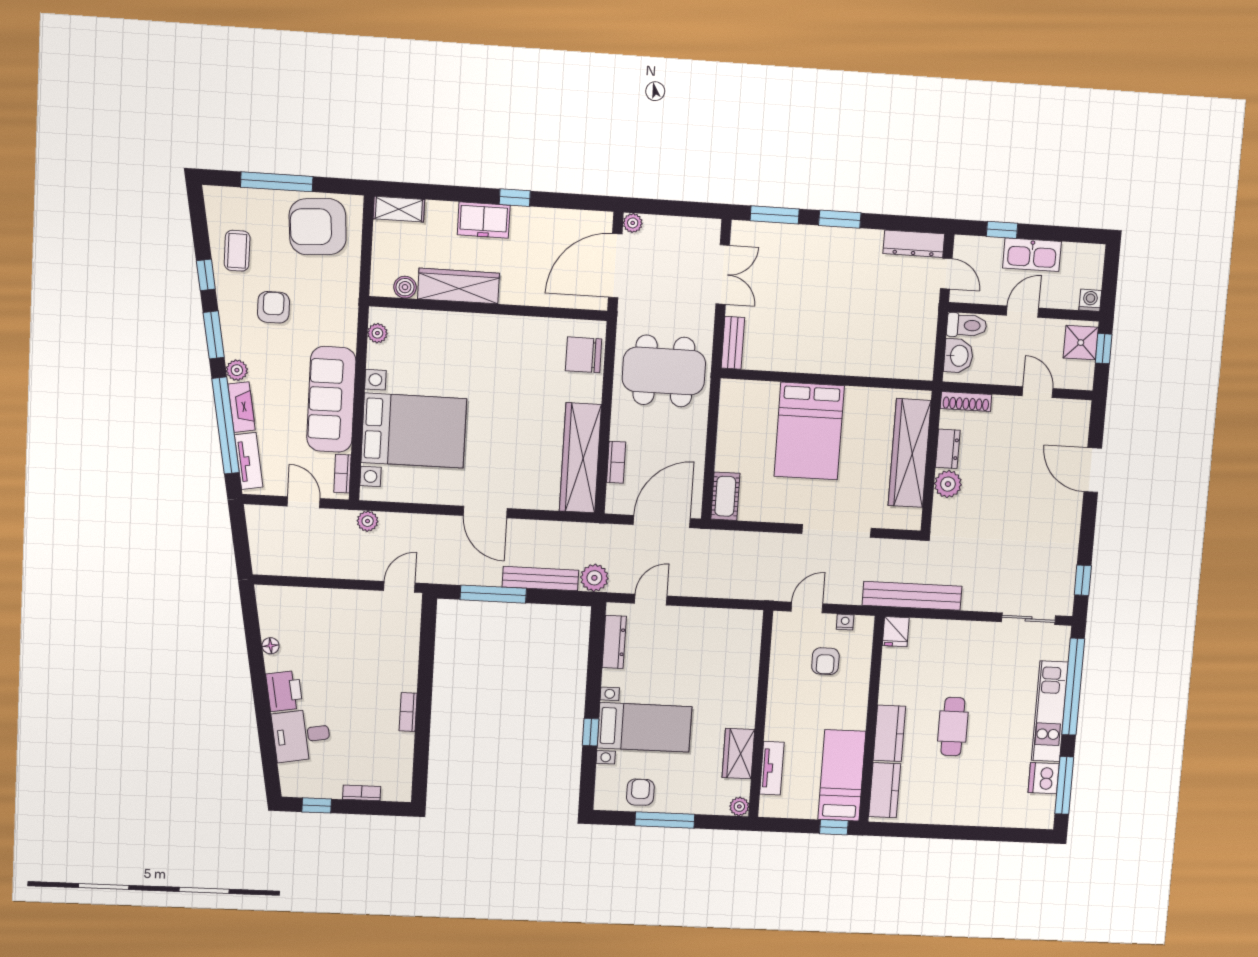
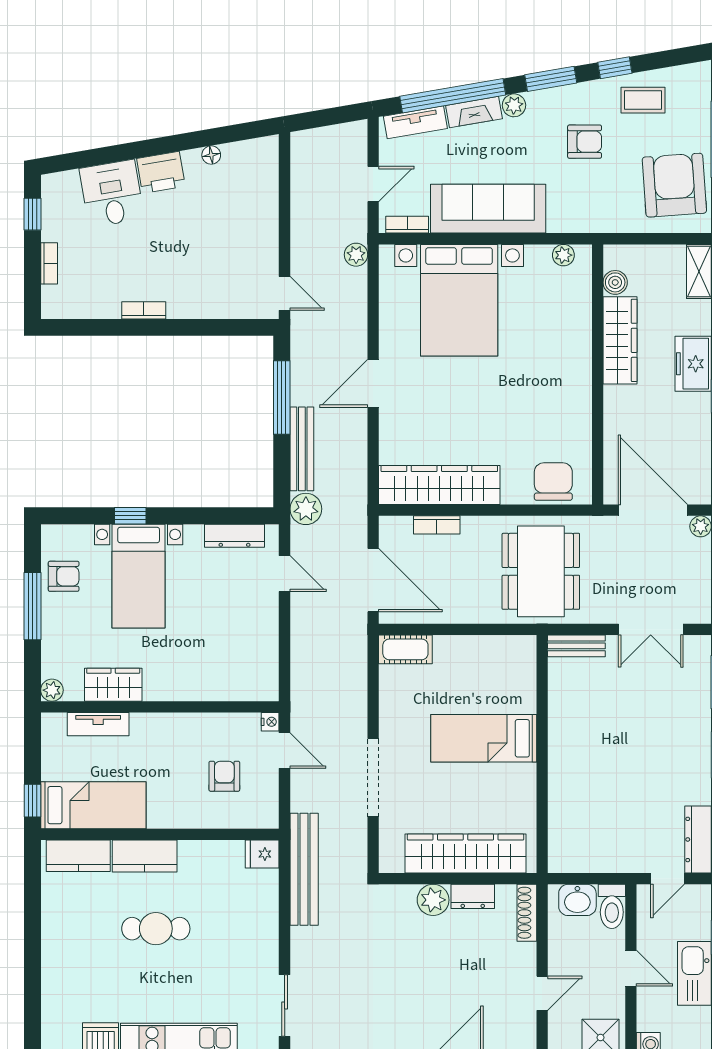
bed: (809, 431) -> (484, 738), width x0.67
nightstand: (845, 622) -> (270, 722), moved
armchair: (825, 661) -> (224, 776), turned 90

